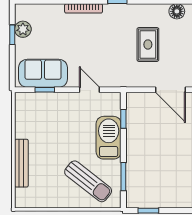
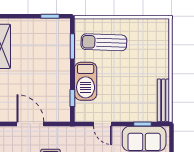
bench: (21, 163) -> (163, 100), moved
sun lounger: (88, 181) -> (104, 42), turned -36

